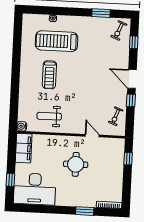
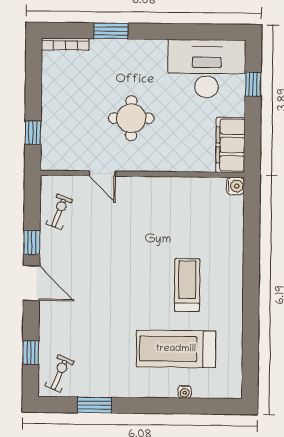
treadmill: (57, 41) -> (176, 349), turned 180
weight bench: (49, 116) -> (185, 207), removed

